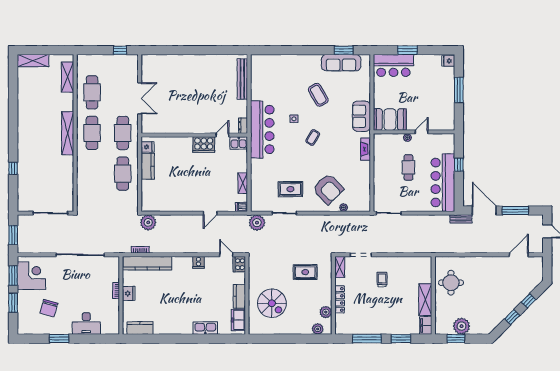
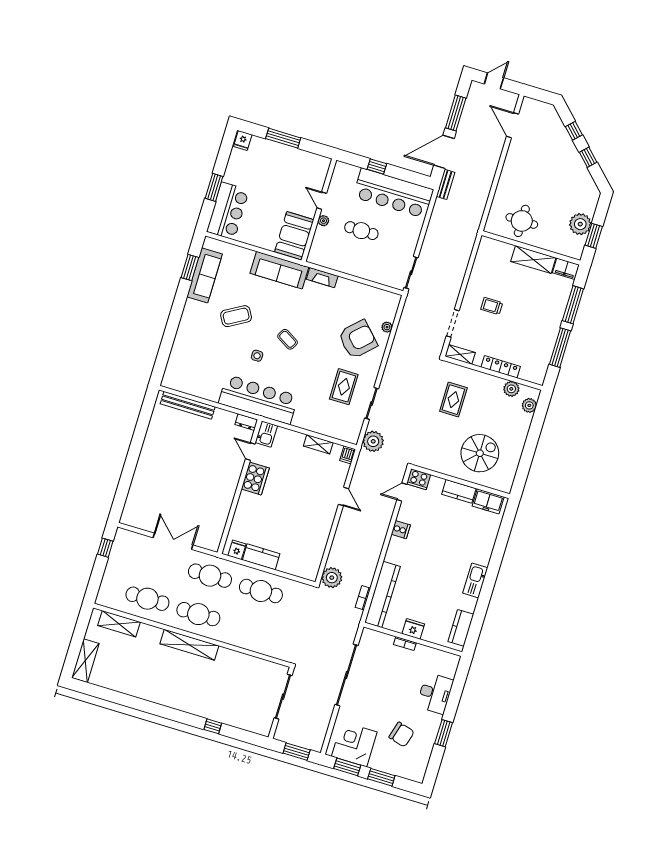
sofa: (361, 116) -> (279, 270), width x1.36
kitchen sink: (205, 328) -> (475, 580), moved
window: (401, 339) -> (573, 305), width x1.44

